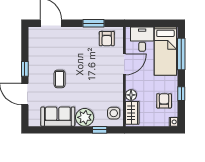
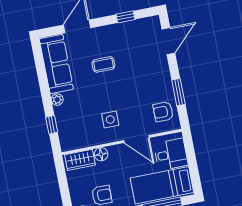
window: (25, 69) -> (125, 17), moved
side table: (114, 113) -> (110, 120), moved
sofa: (58, 117) -> (56, 64), width x1.36
plant: (85, 117) -> (57, 100), width x0.53, depth x0.53

